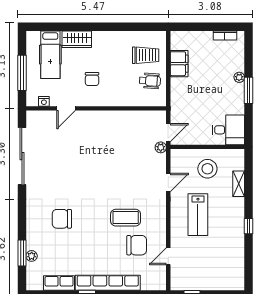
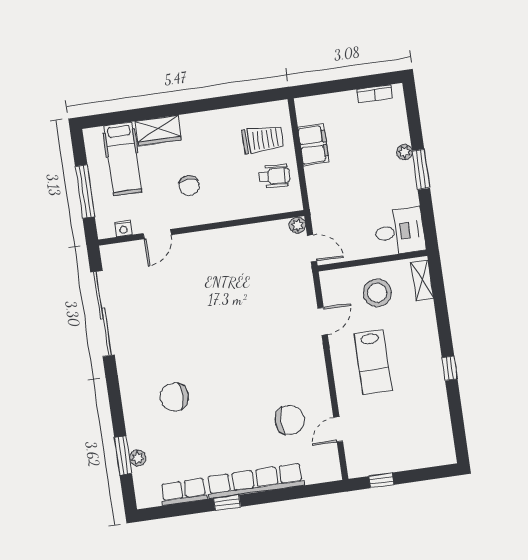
door: (168, 133) -> (312, 248), hinge flipped
plant: (161, 147) -> (297, 225), moved
shelving: (239, 184) -> (422, 280), moved
coffee table: (126, 218) -> (268, 382), removed

